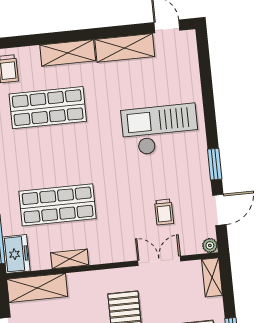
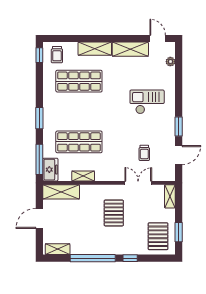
checkout: (160, 130) -> (147, 102), width x0.73, depth x0.83
plant: (210, 245) -> (170, 62), moved

